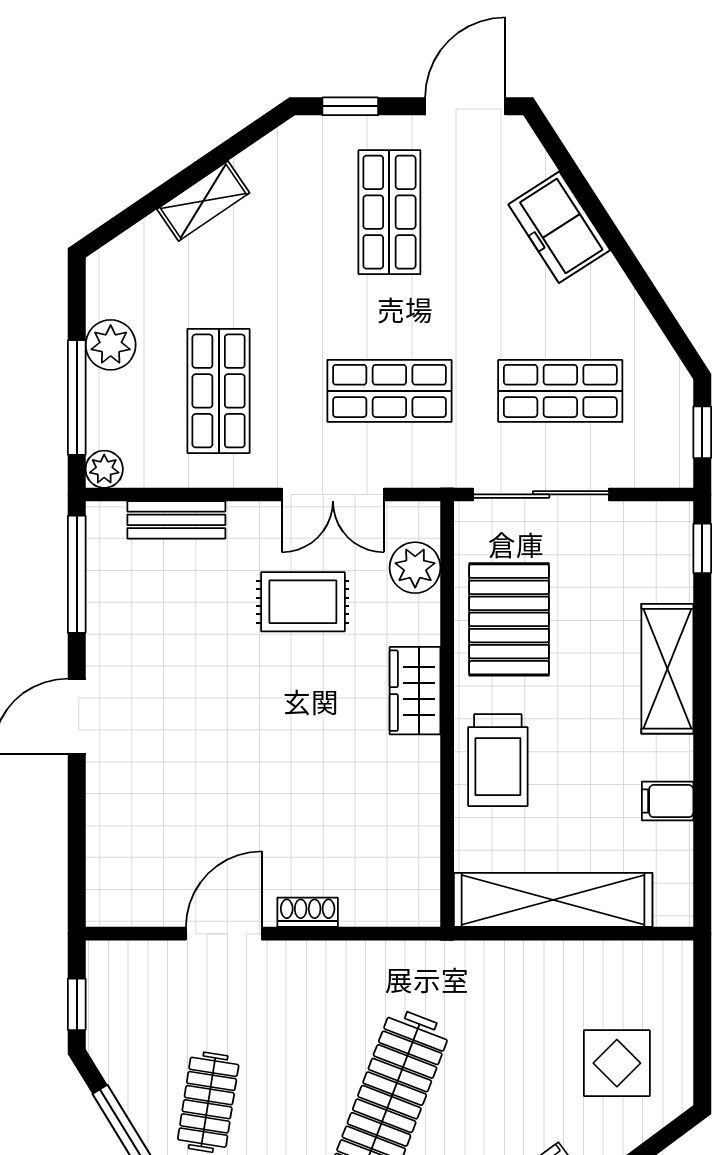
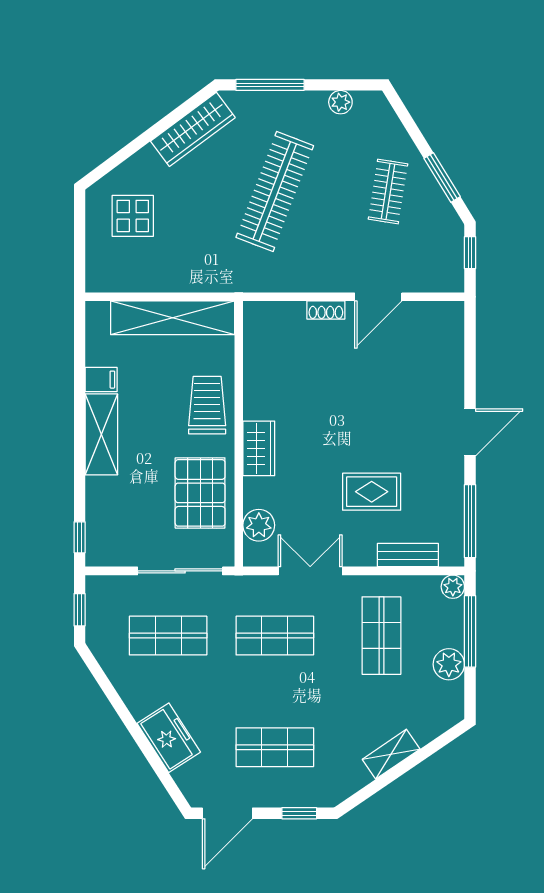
shop shelf: (389, 212) -> (275, 747), turned 90
rug: (303, 602) -> (372, 492), moved
shelving: (667, 669) -> (101, 434), moved

